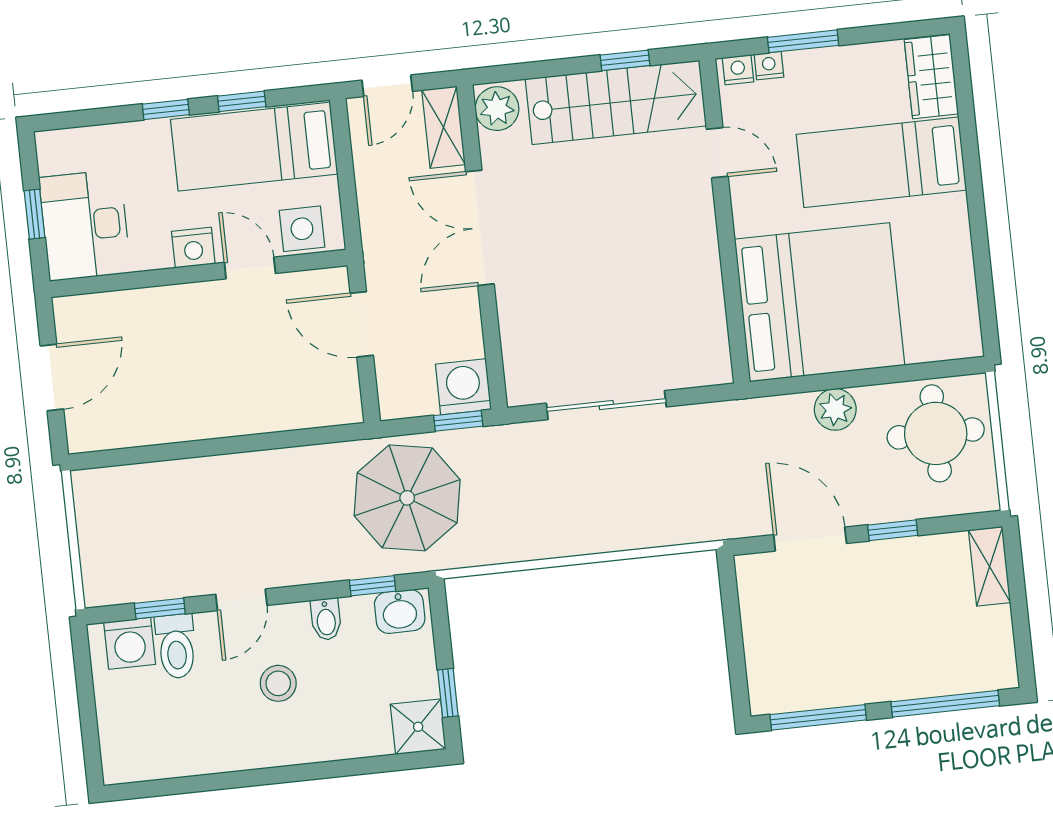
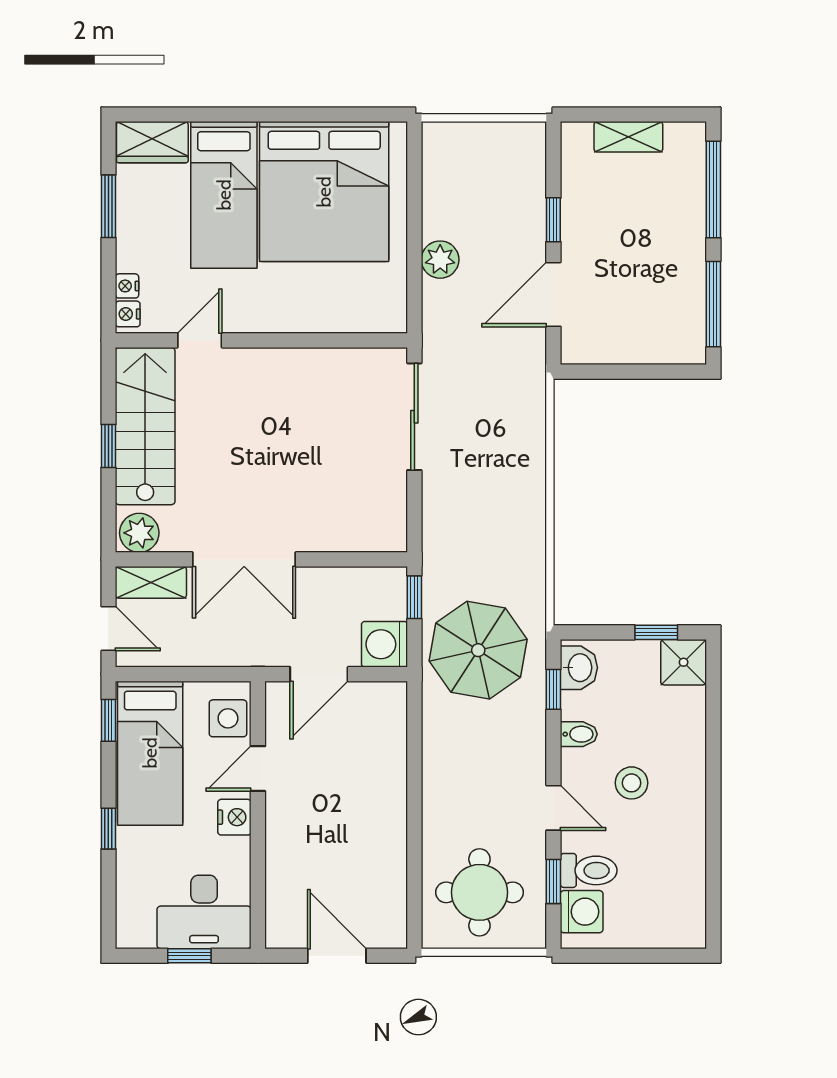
window: (803, 41) -> (108, 206), moved
window: (625, 60) -> (108, 446), moved
window: (242, 101) -> (108, 720), moved
bed: (820, 302) -> (324, 192), moved, turned 180
washing machine: (463, 387) -> (384, 644), moved
sliding door: (606, 405) -> (414, 417), moved
round table: (936, 433) -> (479, 892), moved
shelving: (990, 566) -> (628, 137), moved

